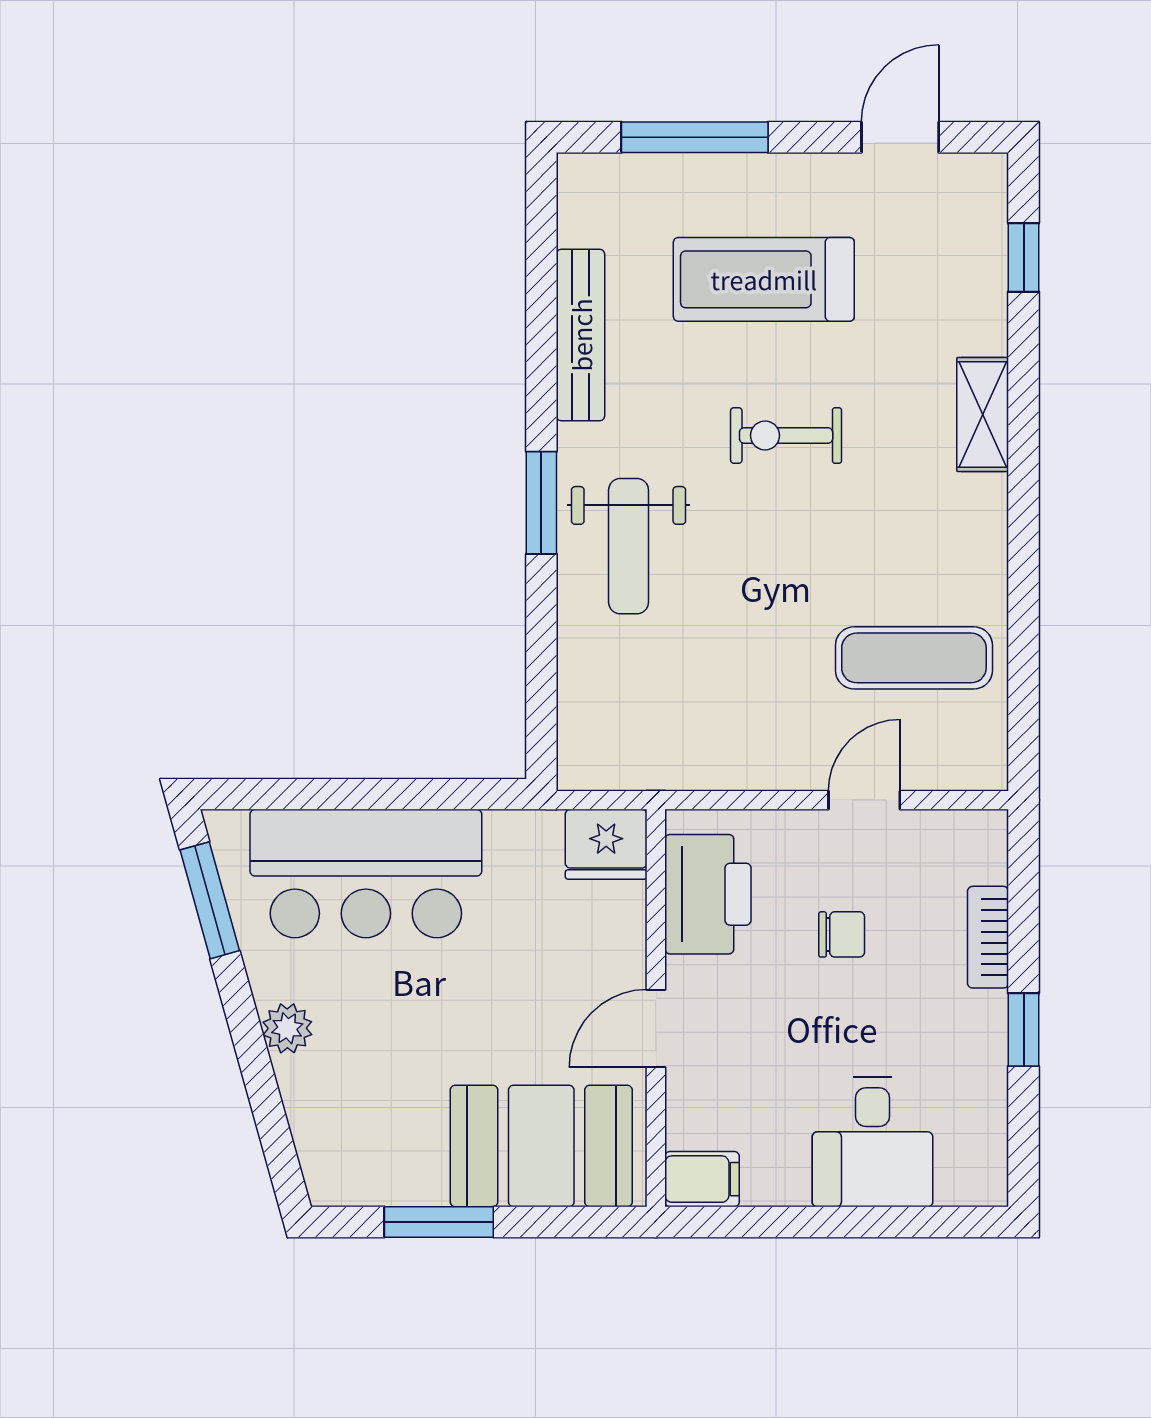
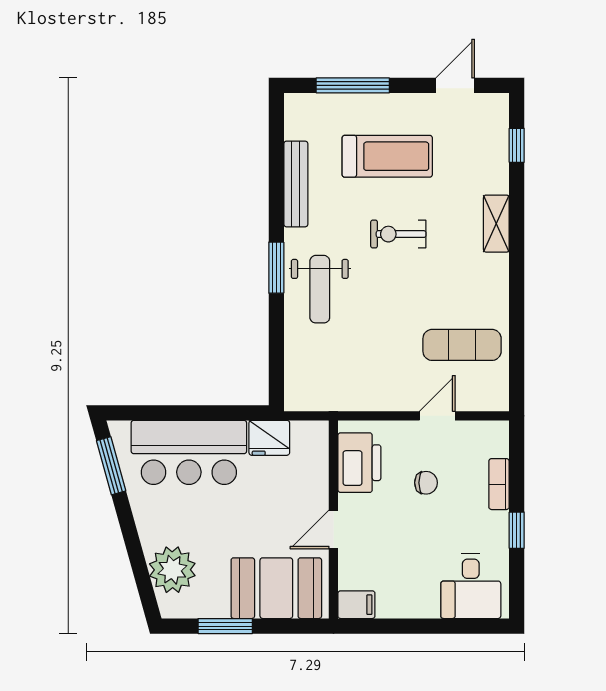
treadmill: (764, 279) -> (387, 156), turned 180
fridge: (606, 844) -> (269, 438), moved
plant: (287, 1028) -> (172, 570), moved, width x1.88, depth x1.88
desk: (873, 1142) -> (471, 586), moved

